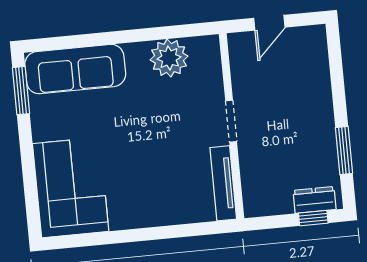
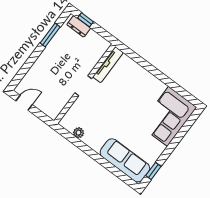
door: (269, 23) -> (24, 103), moved
plant: (169, 58) -> (79, 133), width x0.53, depth x0.53
window: (21, 91) -> (153, 171), width x0.67

